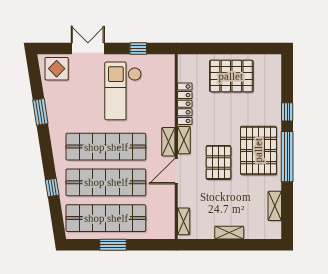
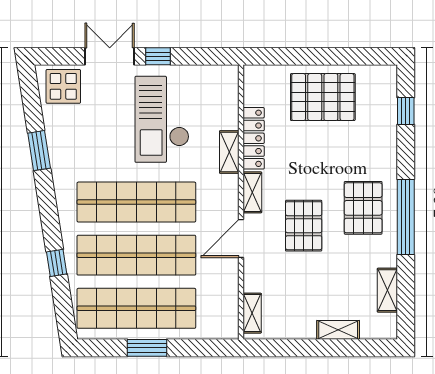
window: (138, 48) -> (158, 56), moved
window: (287, 112) -> (406, 111), moved
shelving: (168, 142) -> (229, 152), moved
pallet: (258, 150) -> (363, 208), width x0.73, depth x0.71
shelving: (229, 233) -> (338, 330), moved

